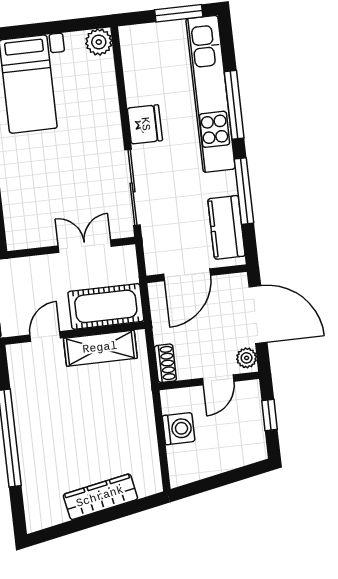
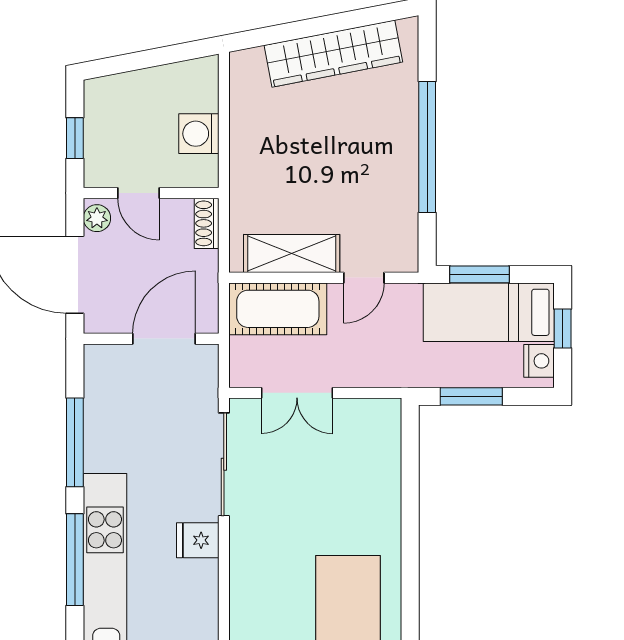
fridge: (145, 124) -> (198, 540), width x0.72
kitchen counter: (226, 227) -> (104, 396), removed
door: (218, 380) -> (138, 193), swing flipped
wardrobe: (100, 497) -> (333, 54), width x1.40, depth x1.17

